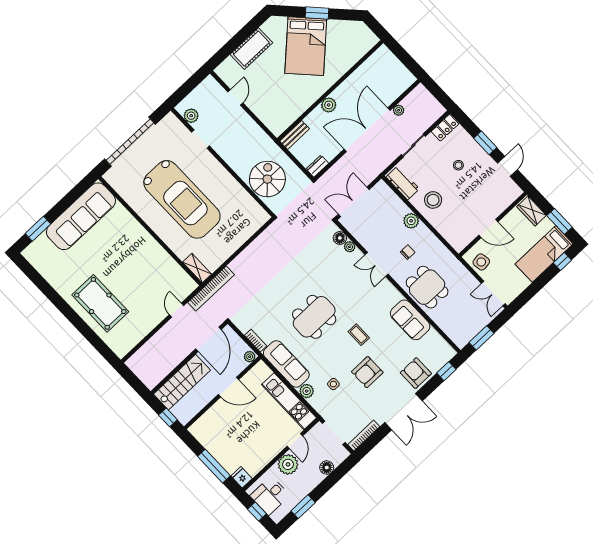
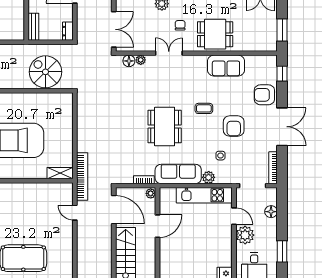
double door: (354, 202) -> (114, 29), swing flipped
double door: (377, 264) -> (169, 53), swing flipped

